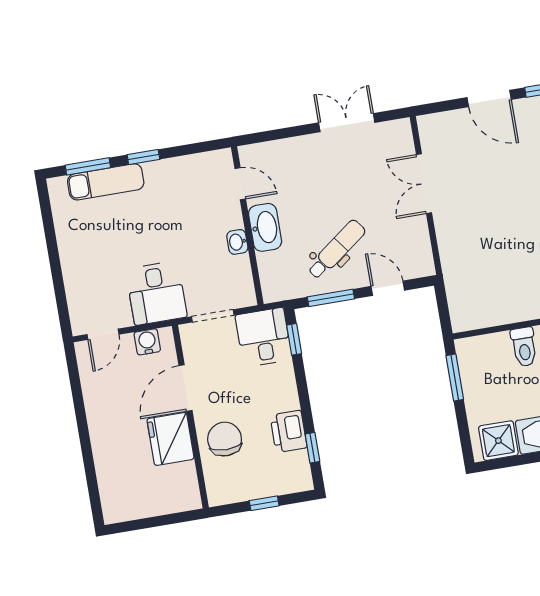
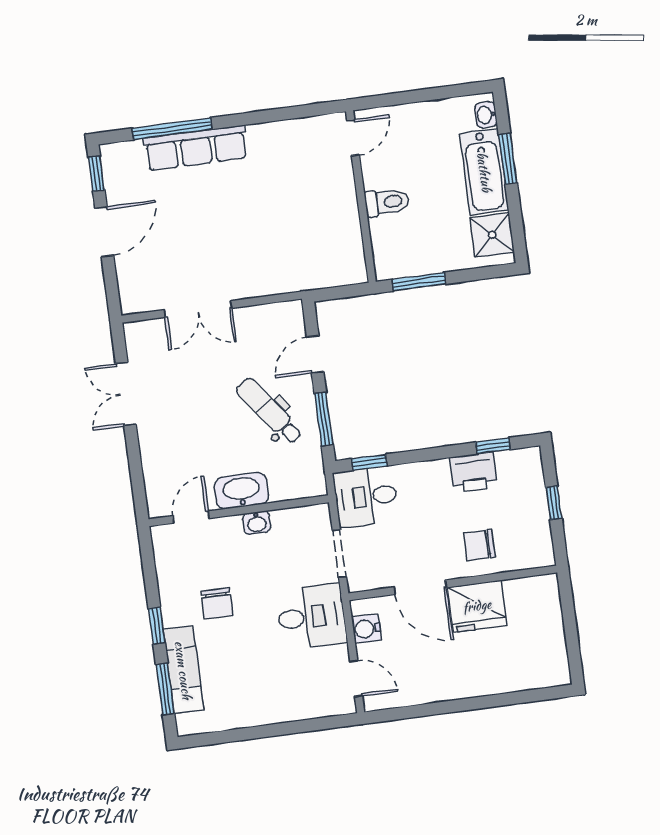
chair: (165, 209) -> (217, 603), added
chair: (225, 439) -> (480, 545), width x0.73, depth x0.73

